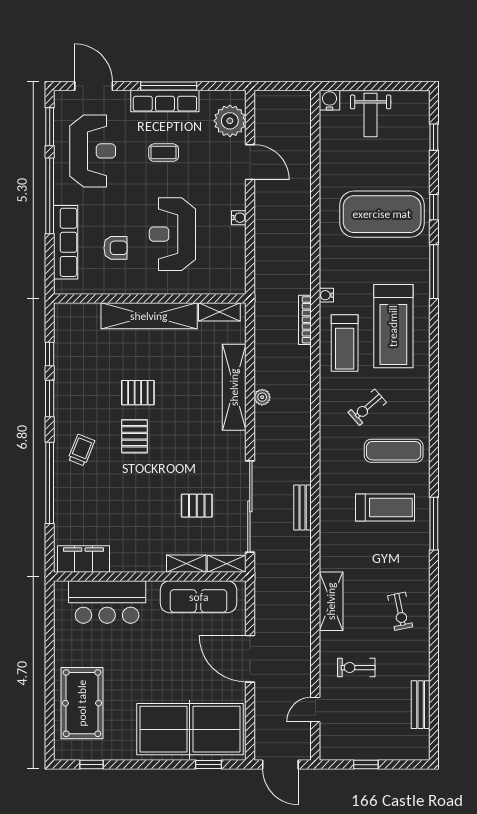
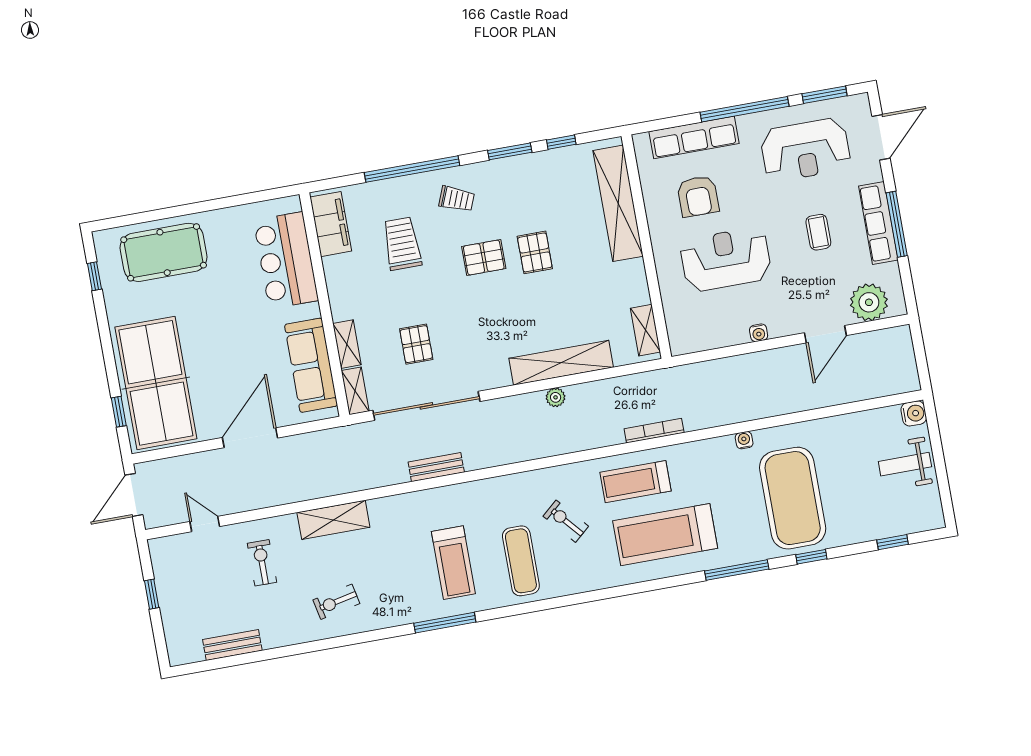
armchair: (115, 248) -> (698, 196), width x1.38, depth x1.38
water cooler: (326, 295) -> (744, 440), moved
shelving: (149, 316) -> (618, 203), moved
trolley: (111, 502) -> (402, 244), added

